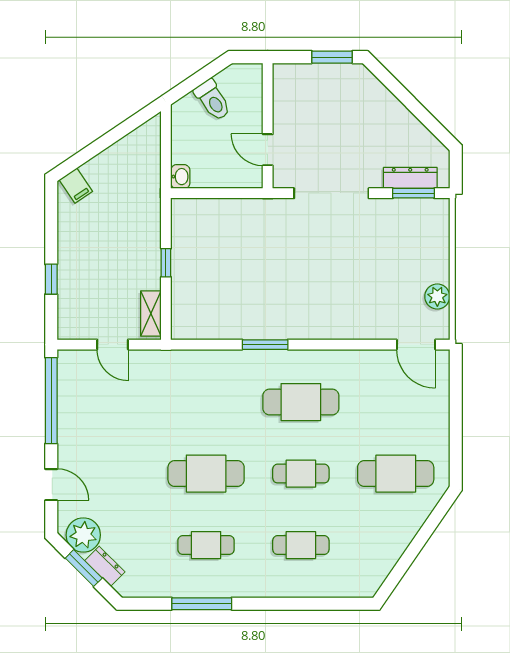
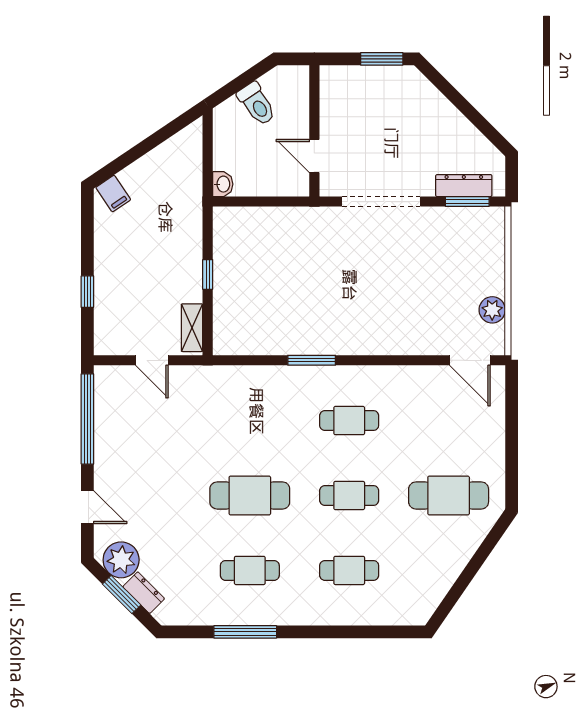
cafe table: (301, 402) -> (349, 421), width x0.73, depth x0.74

